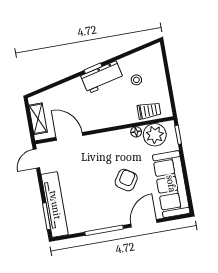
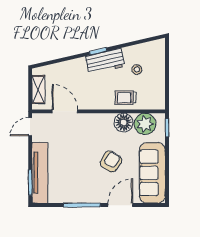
trolley: (149, 111) -> (126, 97), moved, turned 180
floor lamp: (136, 132) -> (124, 123), width x1.89, depth x1.89

